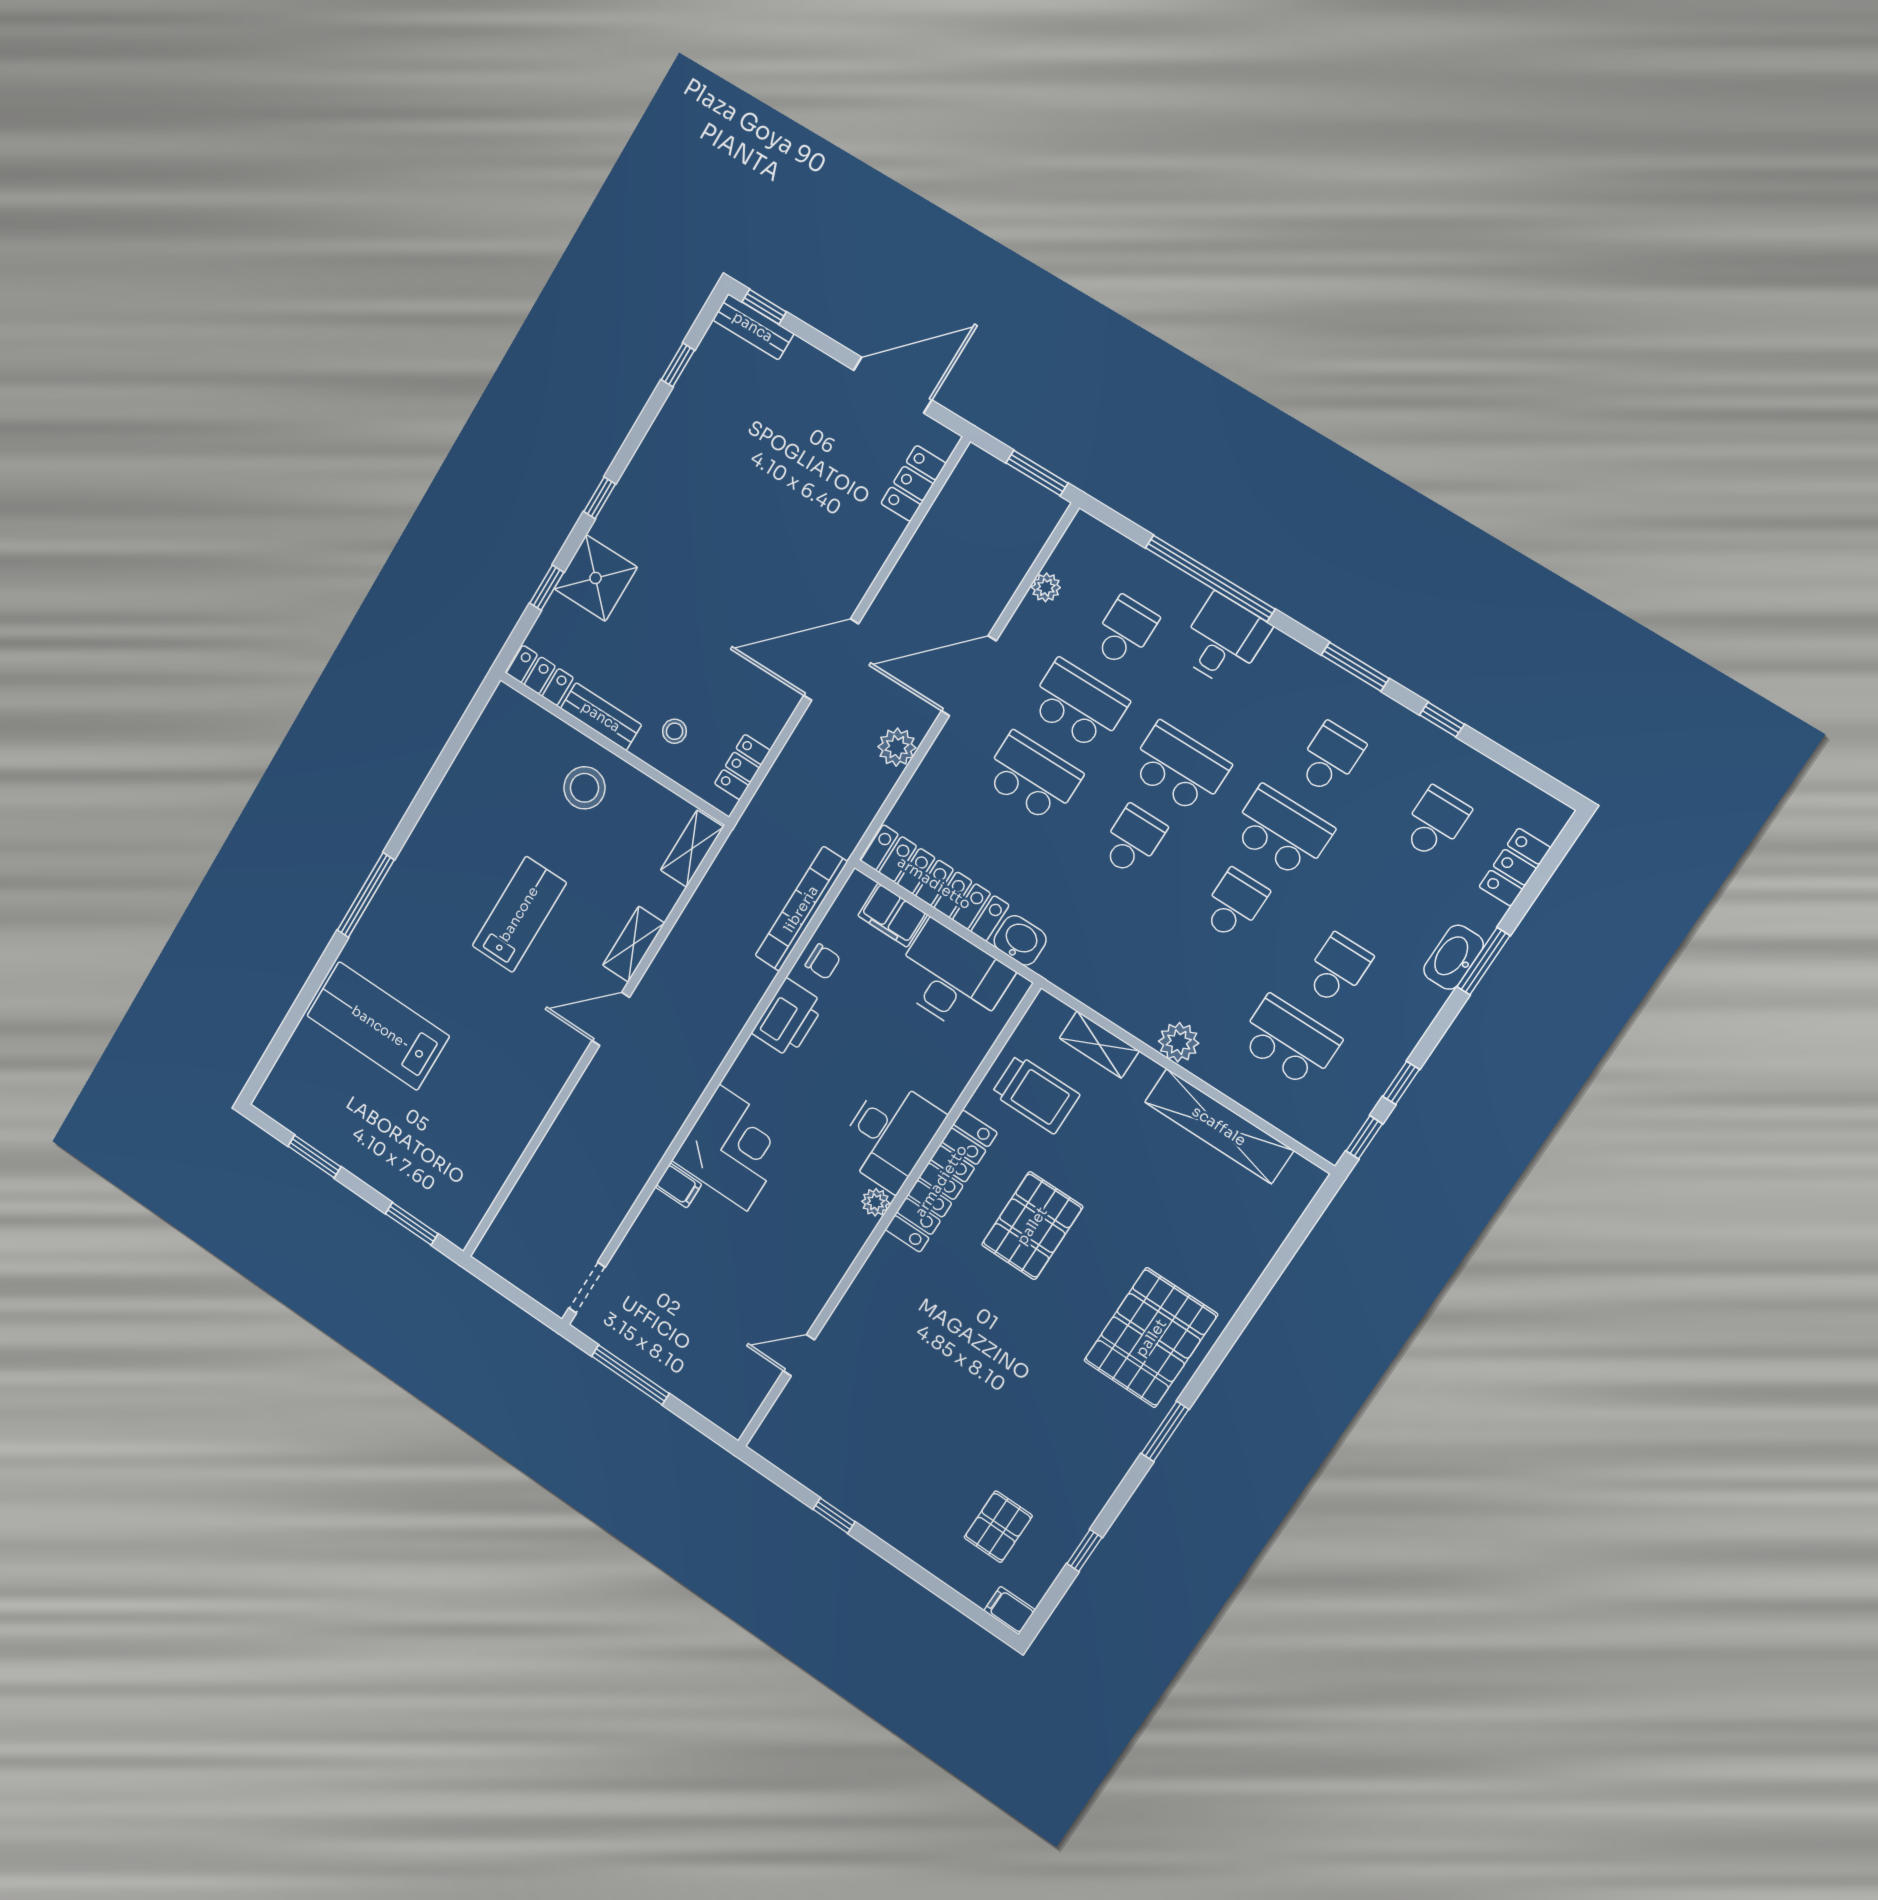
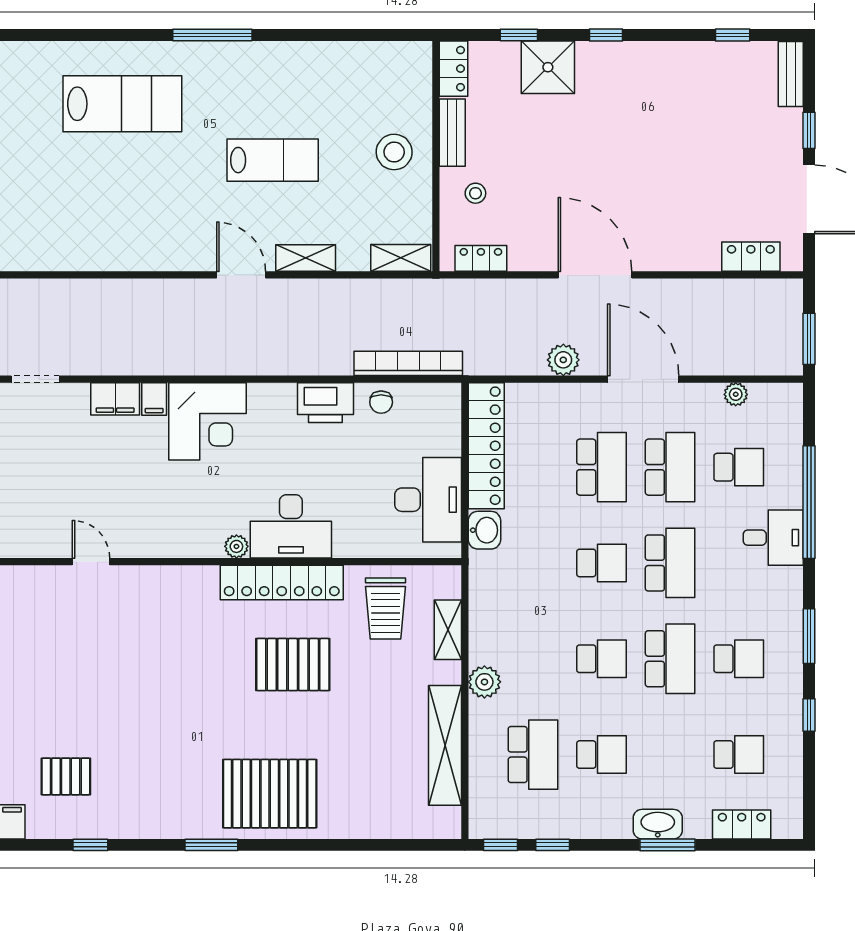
window: (764, 307) -> (809, 130), moved
filing cabinet: (893, 915) -> (115, 399), moved, turned -90
lab bench: (378, 1026) -> (122, 104), turned 90

